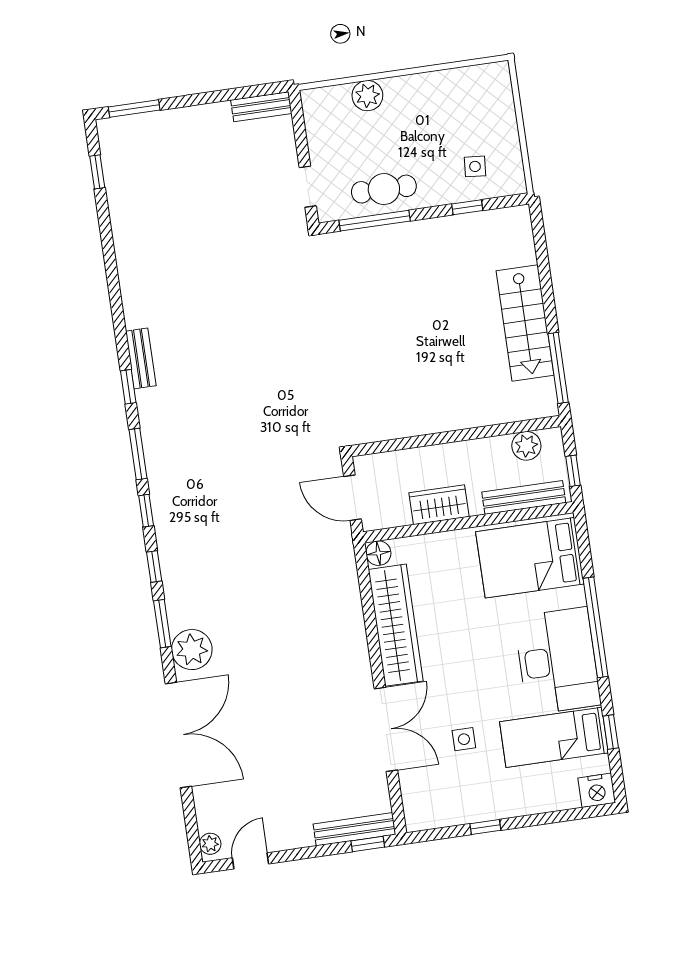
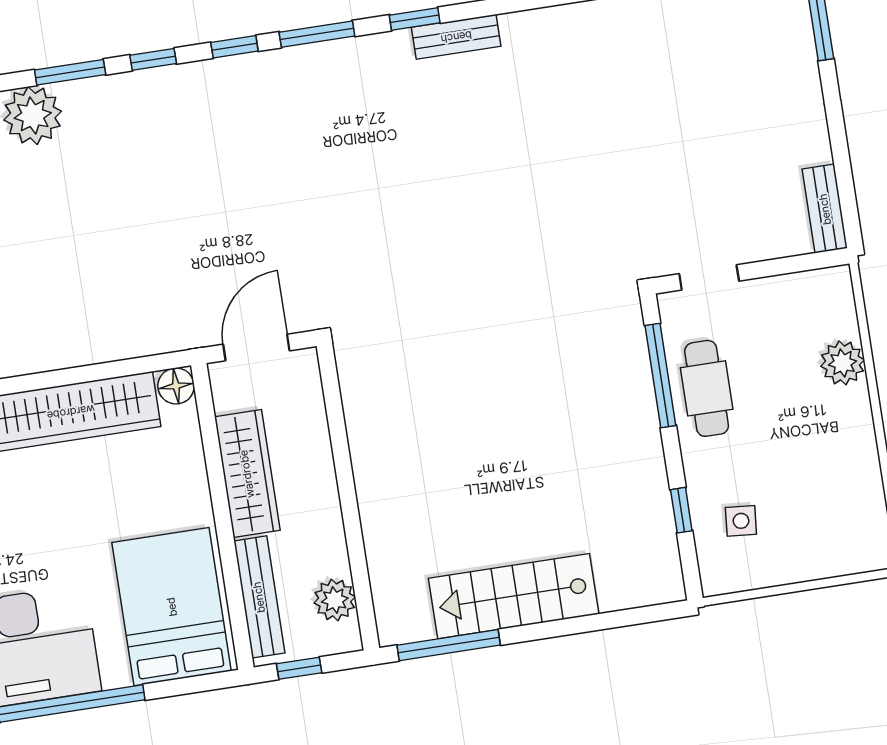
wardrobe: (439, 505) -> (247, 474), width x1.50

